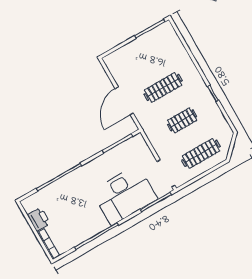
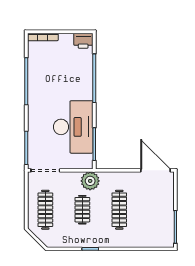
door: (124, 101) -> (156, 170), moved
plant: (152, 128) -> (90, 181), added
desk: (125, 195) -> (73, 127), moved, turned 180
printer: (39, 219) -> (83, 41), moved

